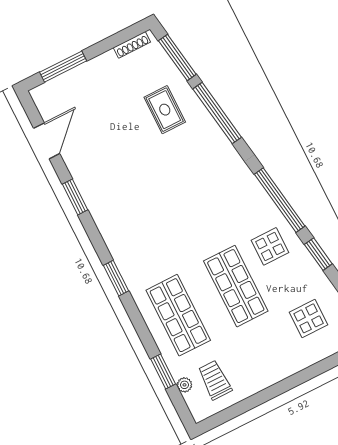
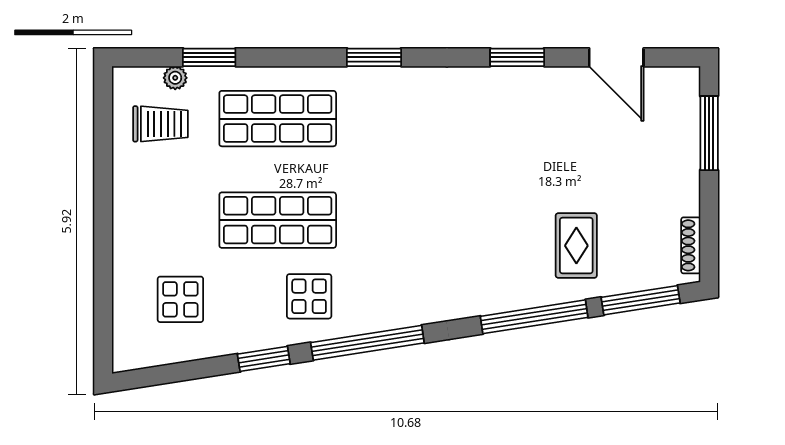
rug: (165, 110) -> (576, 246), turned 90

